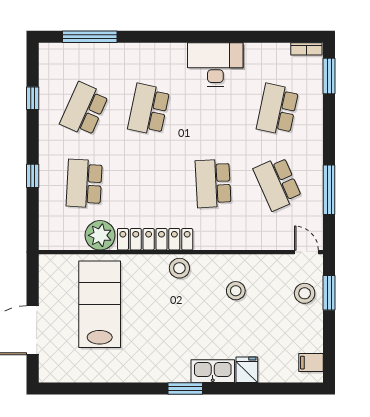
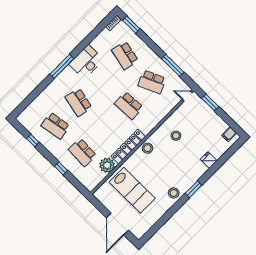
window: (90, 37) -> (62, 66), moved
school desk: (84, 109) -> (55, 126), turned -33
stool: (305, 293) -> (174, 193), moved
lab bench: (100, 304) -> (132, 190), turned 180
kitchen sink: (213, 371) -> (197, 173), removed

